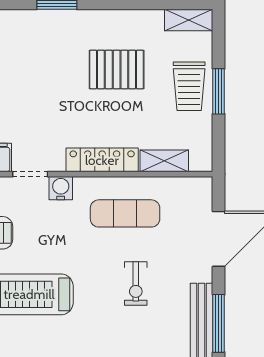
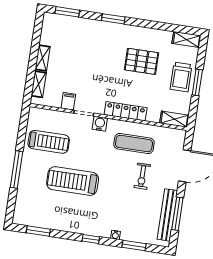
shelving: (164, 161) -> (174, 119), moved
exercise bike: (136, 284) -> (142, 176), moved

